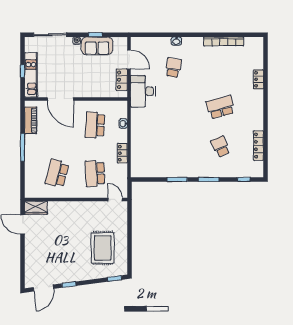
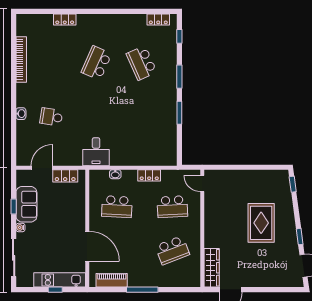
desk: (143, 91) -> (96, 152), moved, width x0.73
door: (60, 99) -> (87, 246), hinge flipped
school desk: (220, 107) -> (96, 63), turned 39
locker: (258, 146) -> (158, 20), moved, width x0.66
school desk: (220, 147) -> (142, 63), width x1.85
school desk: (57, 173) -> (172, 250), turned -36
door: (115, 199) -> (202, 184), hinge flipped
wardrobe: (36, 208) -> (212, 268), width x1.50
rug: (103, 248) -> (261, 223), moved, turned 90

